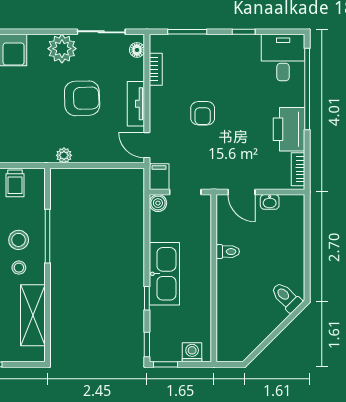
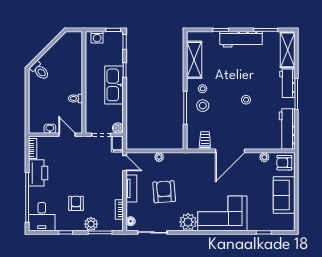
plant: (202, 45) -> (91, 224), added
plant: (62, 49) -> (188, 222), moved
armchair: (82, 98) -> (164, 192), turned 88
armchair: (203, 113) -> (76, 203), moved
plant: (64, 155) -> (159, 157), moved

